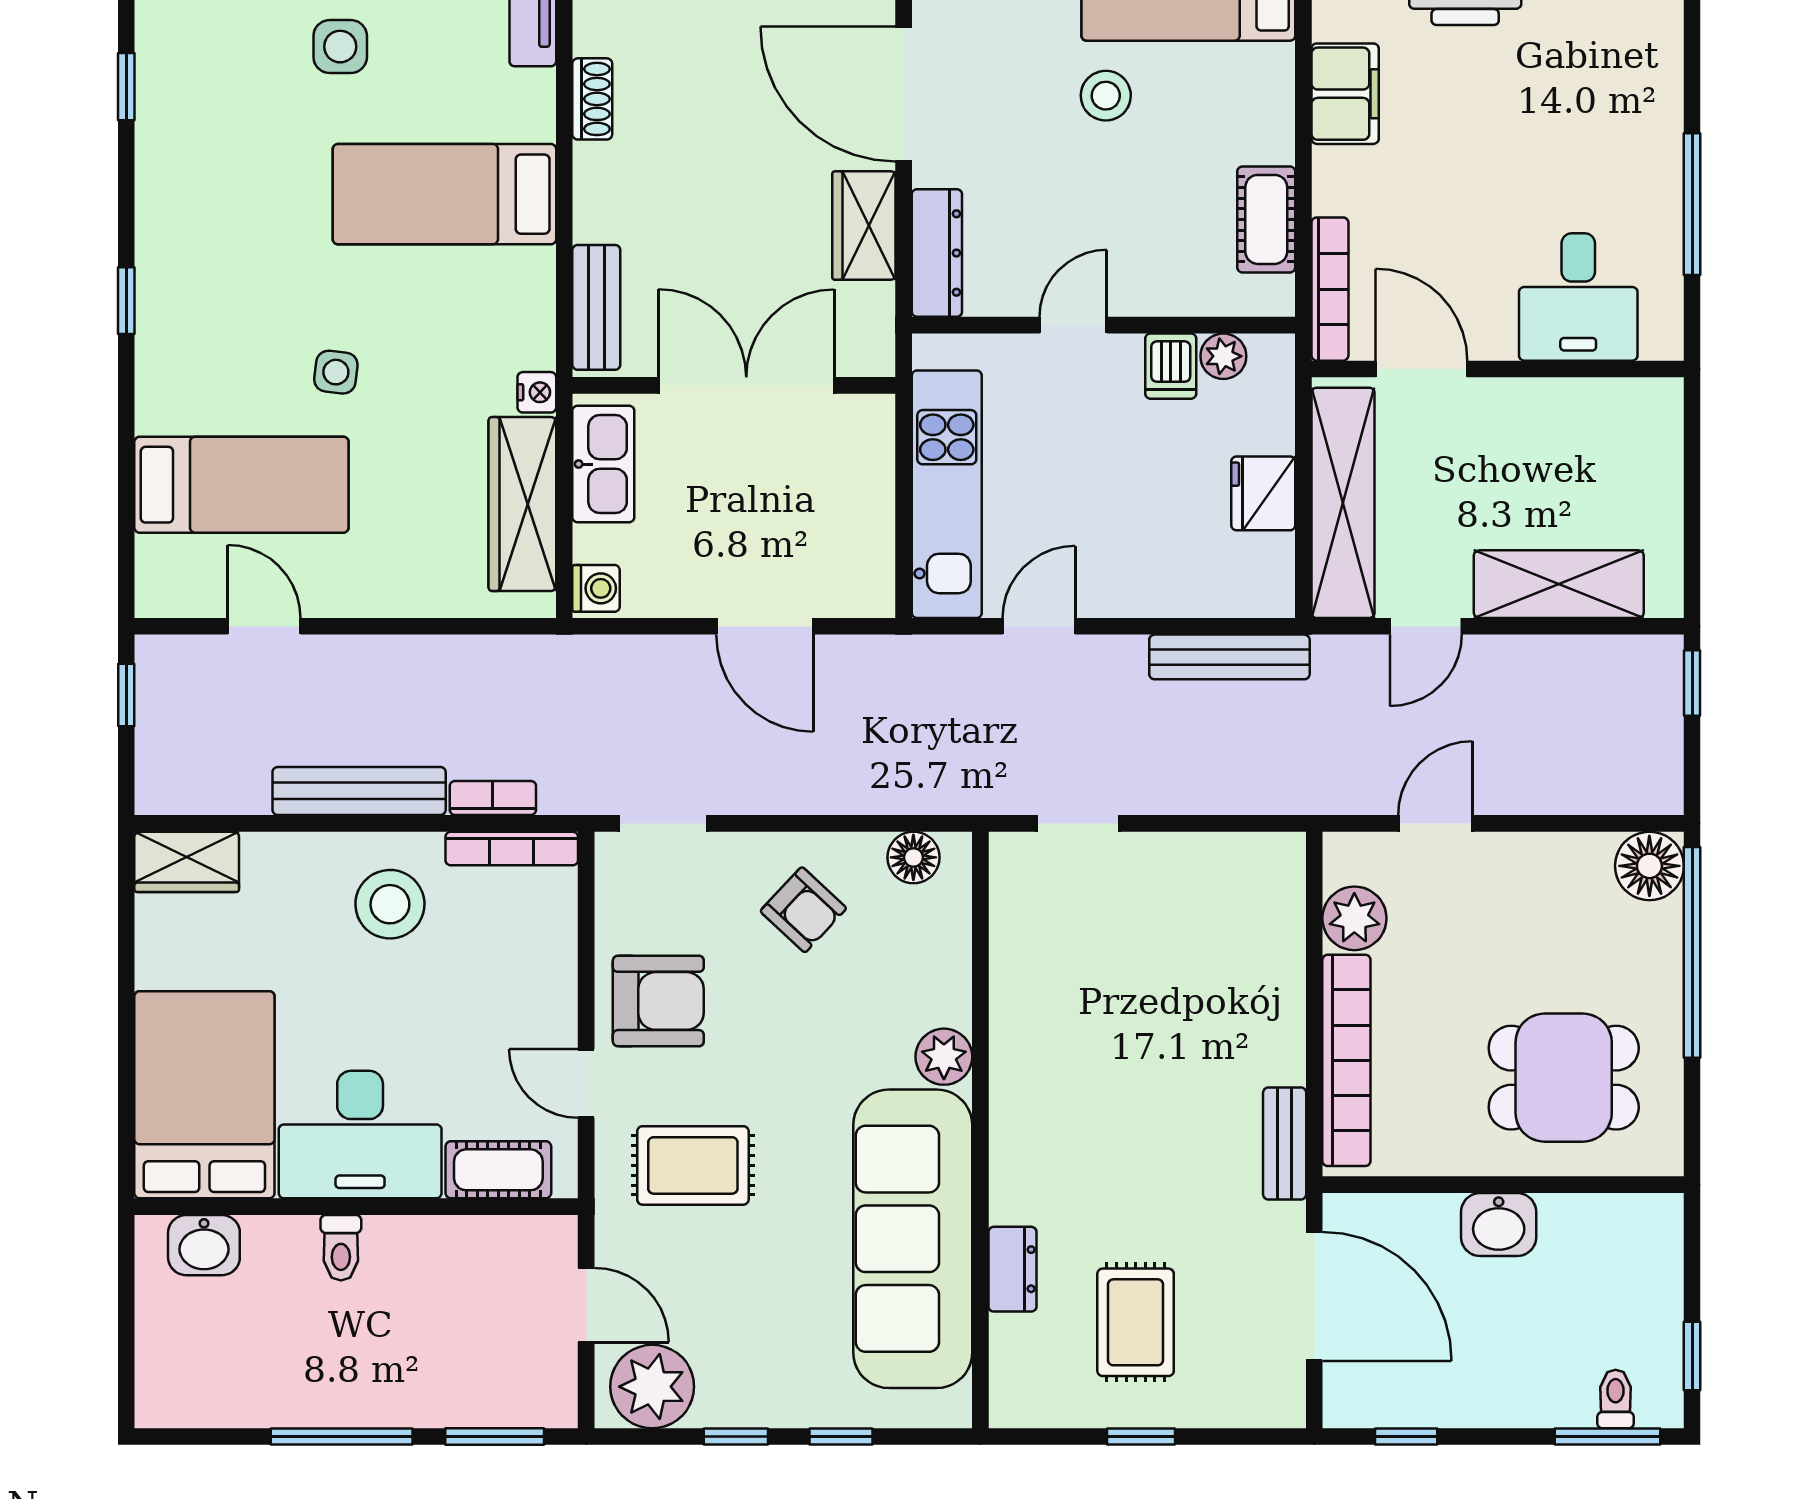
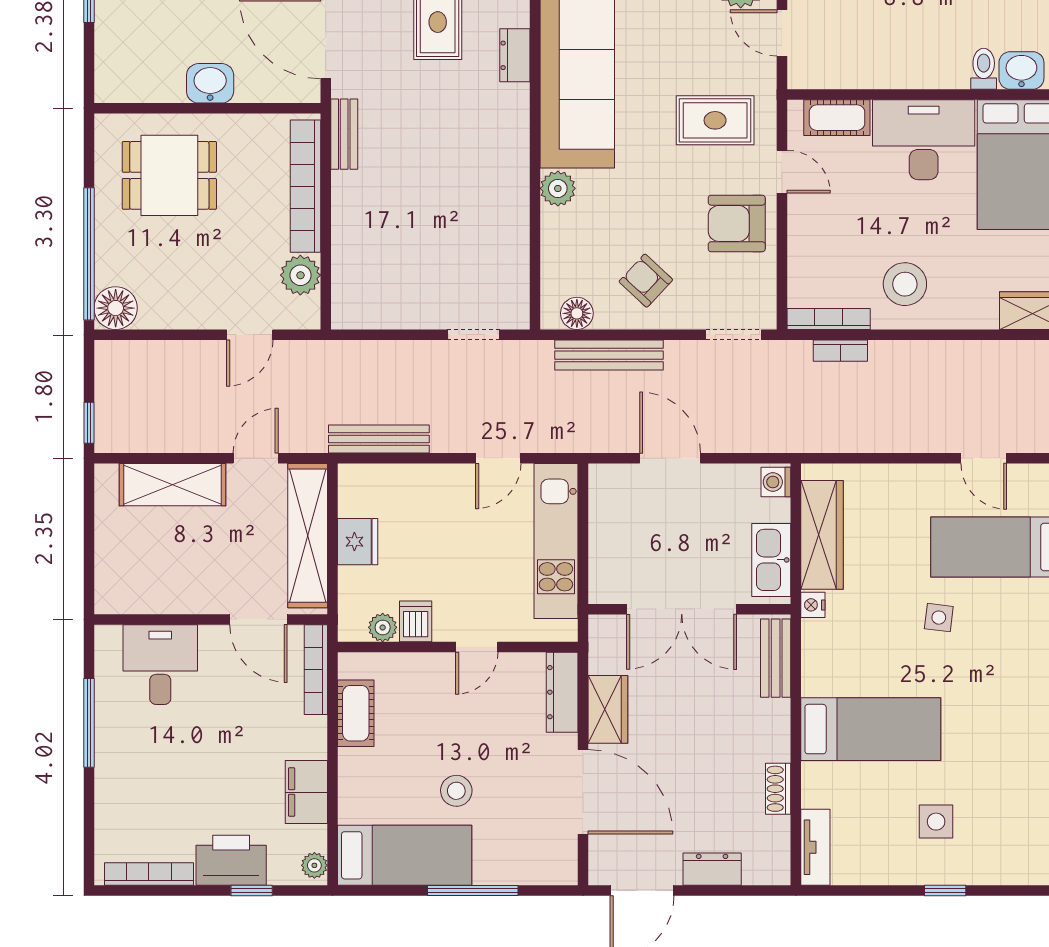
bench: (359, 791) -> (609, 355), moved
toilet: (341, 1248) -> (984, 69), moved

